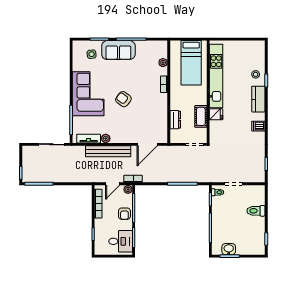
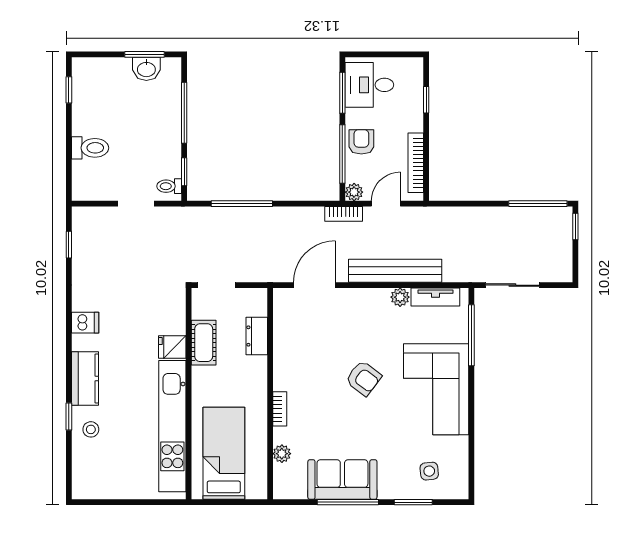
sofa: (118, 50) -> (342, 479), moved

